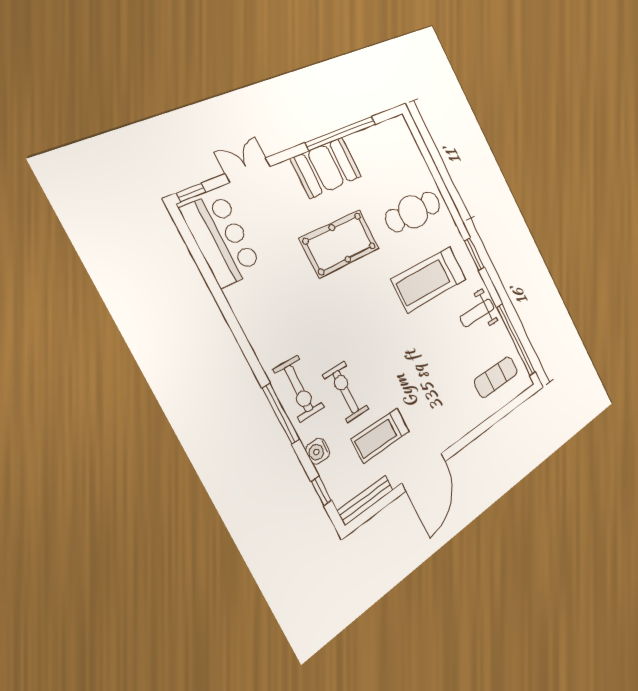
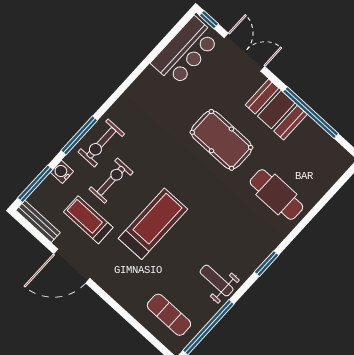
double door: (248, 170) -> (244, 52), width x1.37
treadmill: (429, 279) -> (153, 224), moved, turned 90
window: (321, 491) -> (35, 184), width x2.17

